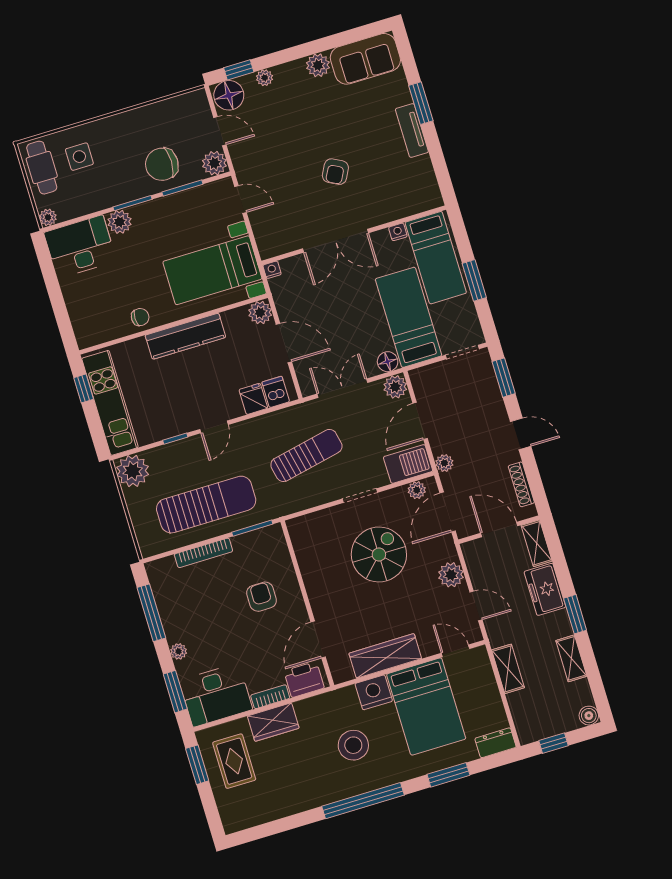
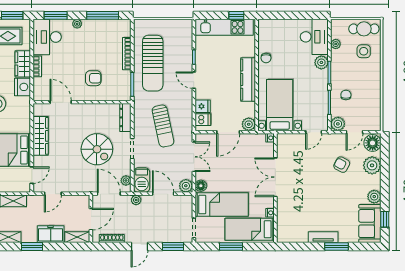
window: (239, 70) -> (385, 219), moved
plant: (265, 78) -> (372, 165), width x1.88, depth x1.88
chair: (162, 164) -> (346, 95), width x0.54, depth x0.54
armchair: (335, 172) -> (342, 165), moved
plant: (48, 217) -> (336, 44), moved
plant: (133, 471) -> (183, 28), removed
dresser: (311, 523) -> (125, 117), added
plant: (451, 575) -> (74, 185), removed
printer: (304, 679) -> (41, 88), removed
nightstand: (374, 692) -> (23, 87), moved

